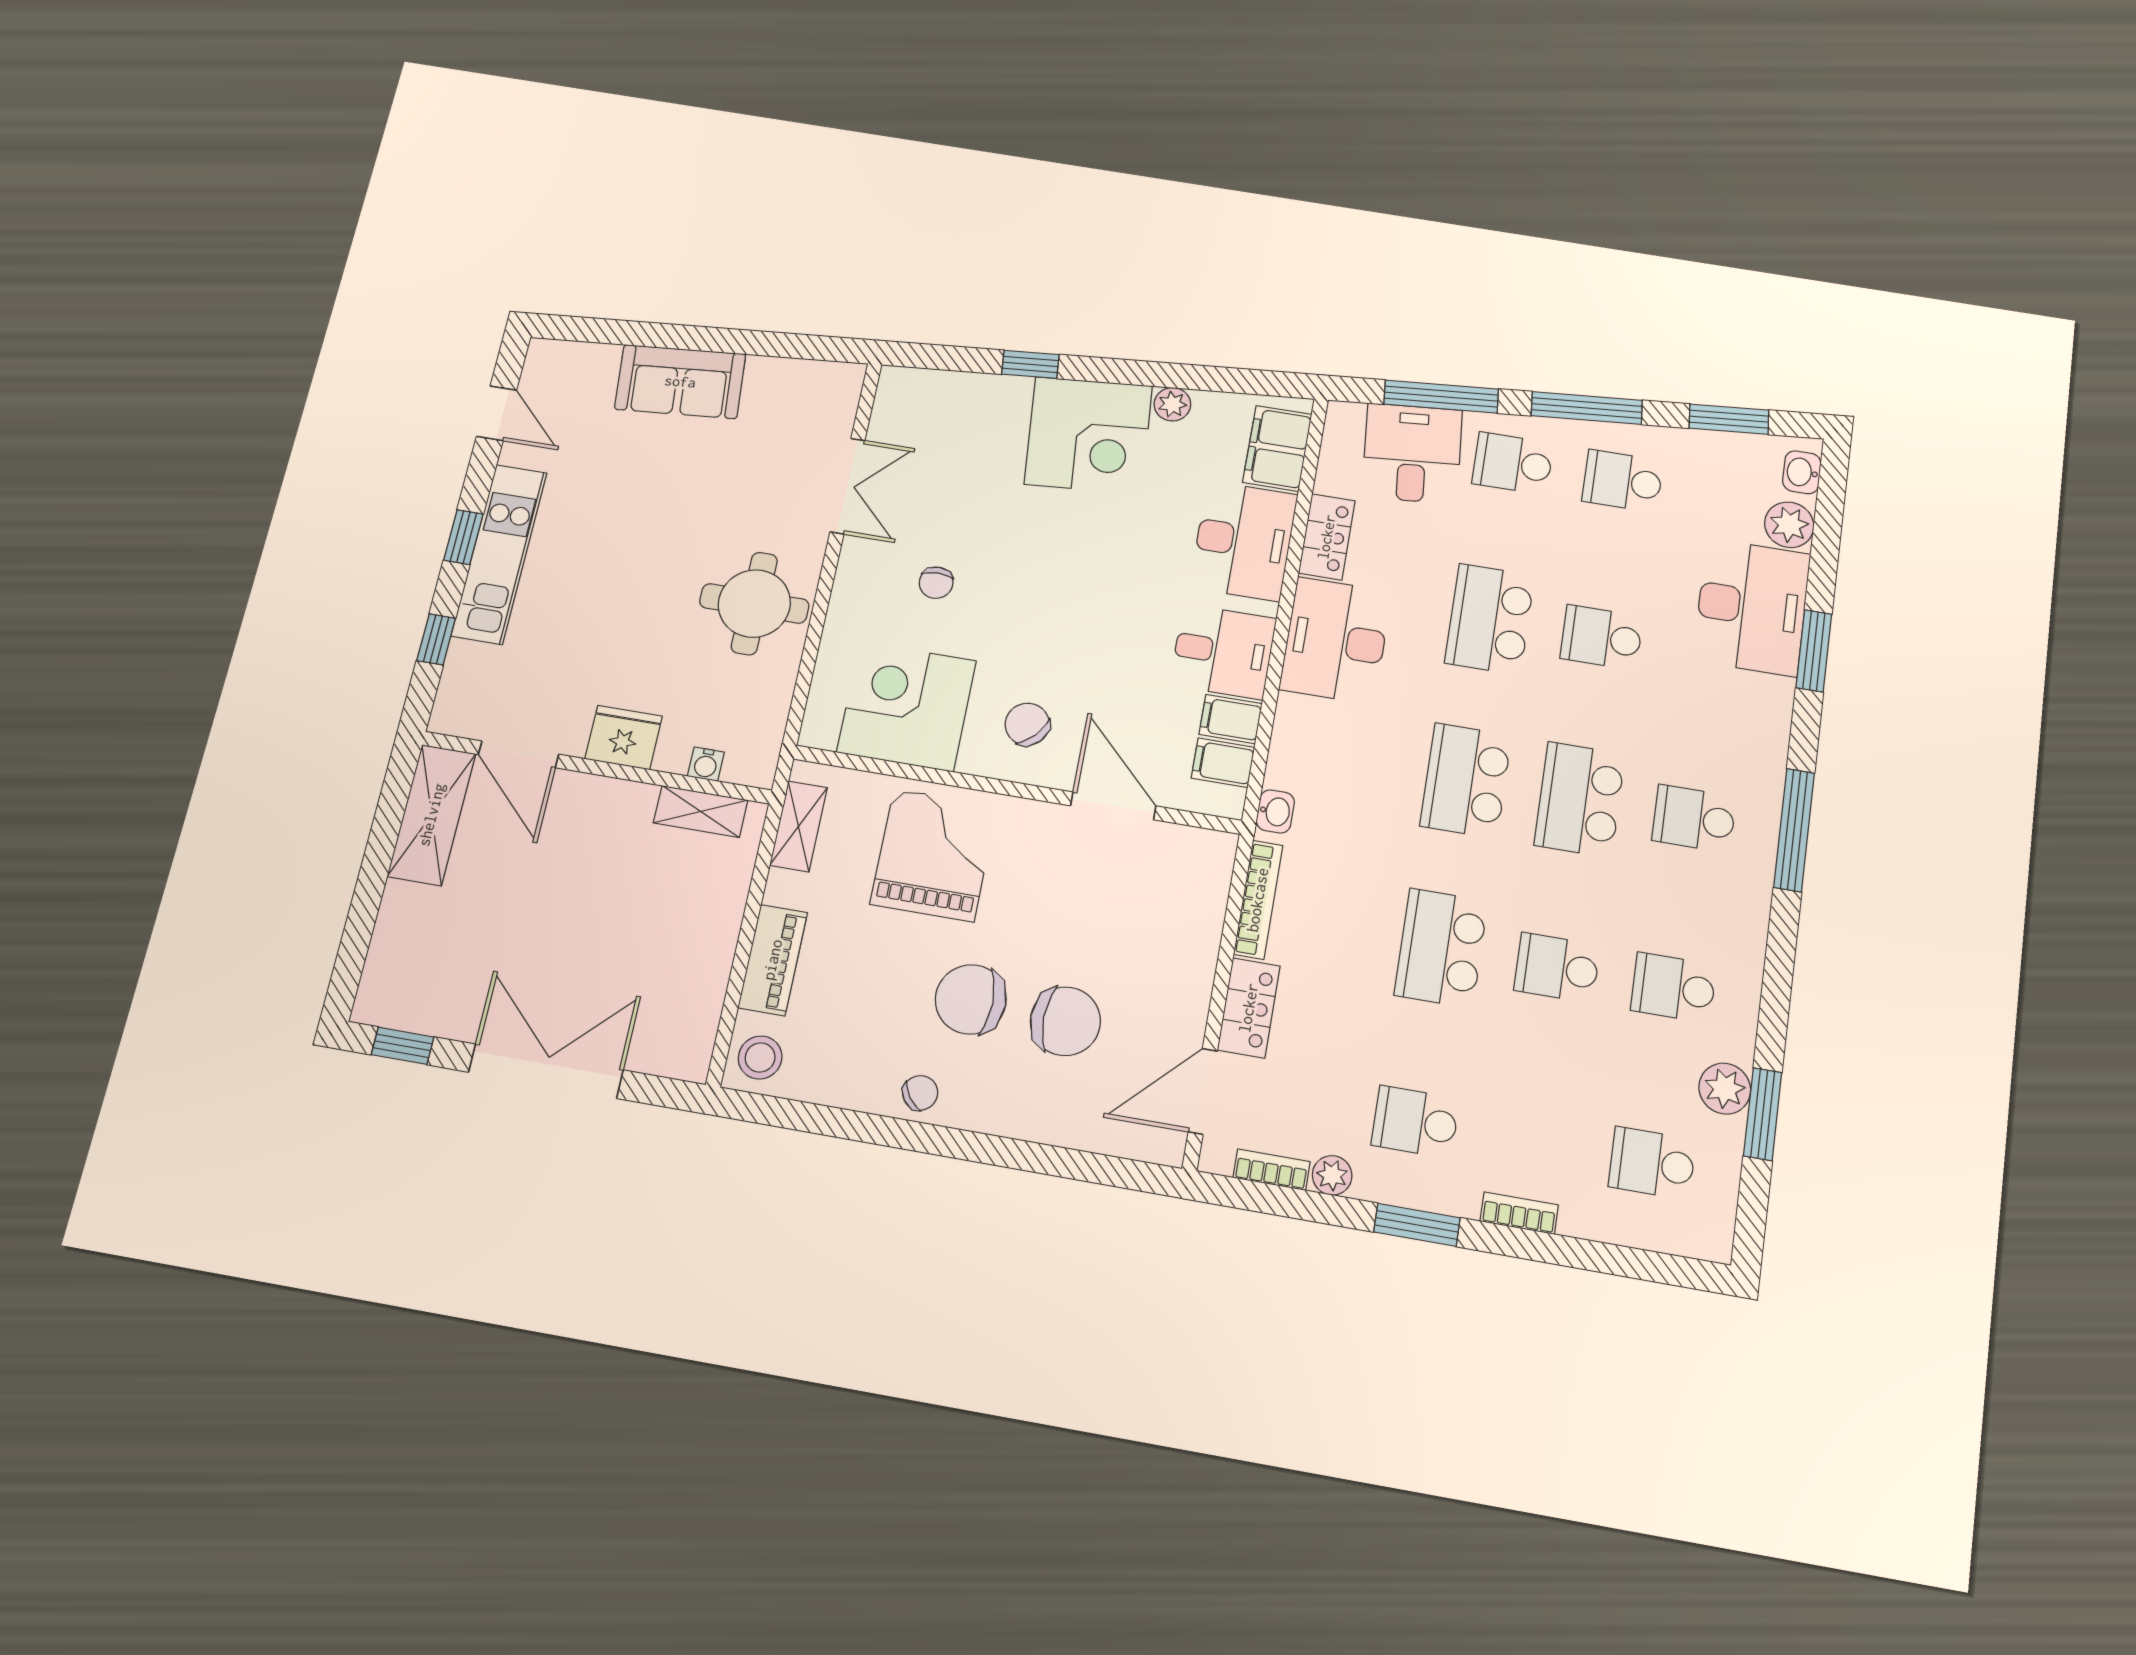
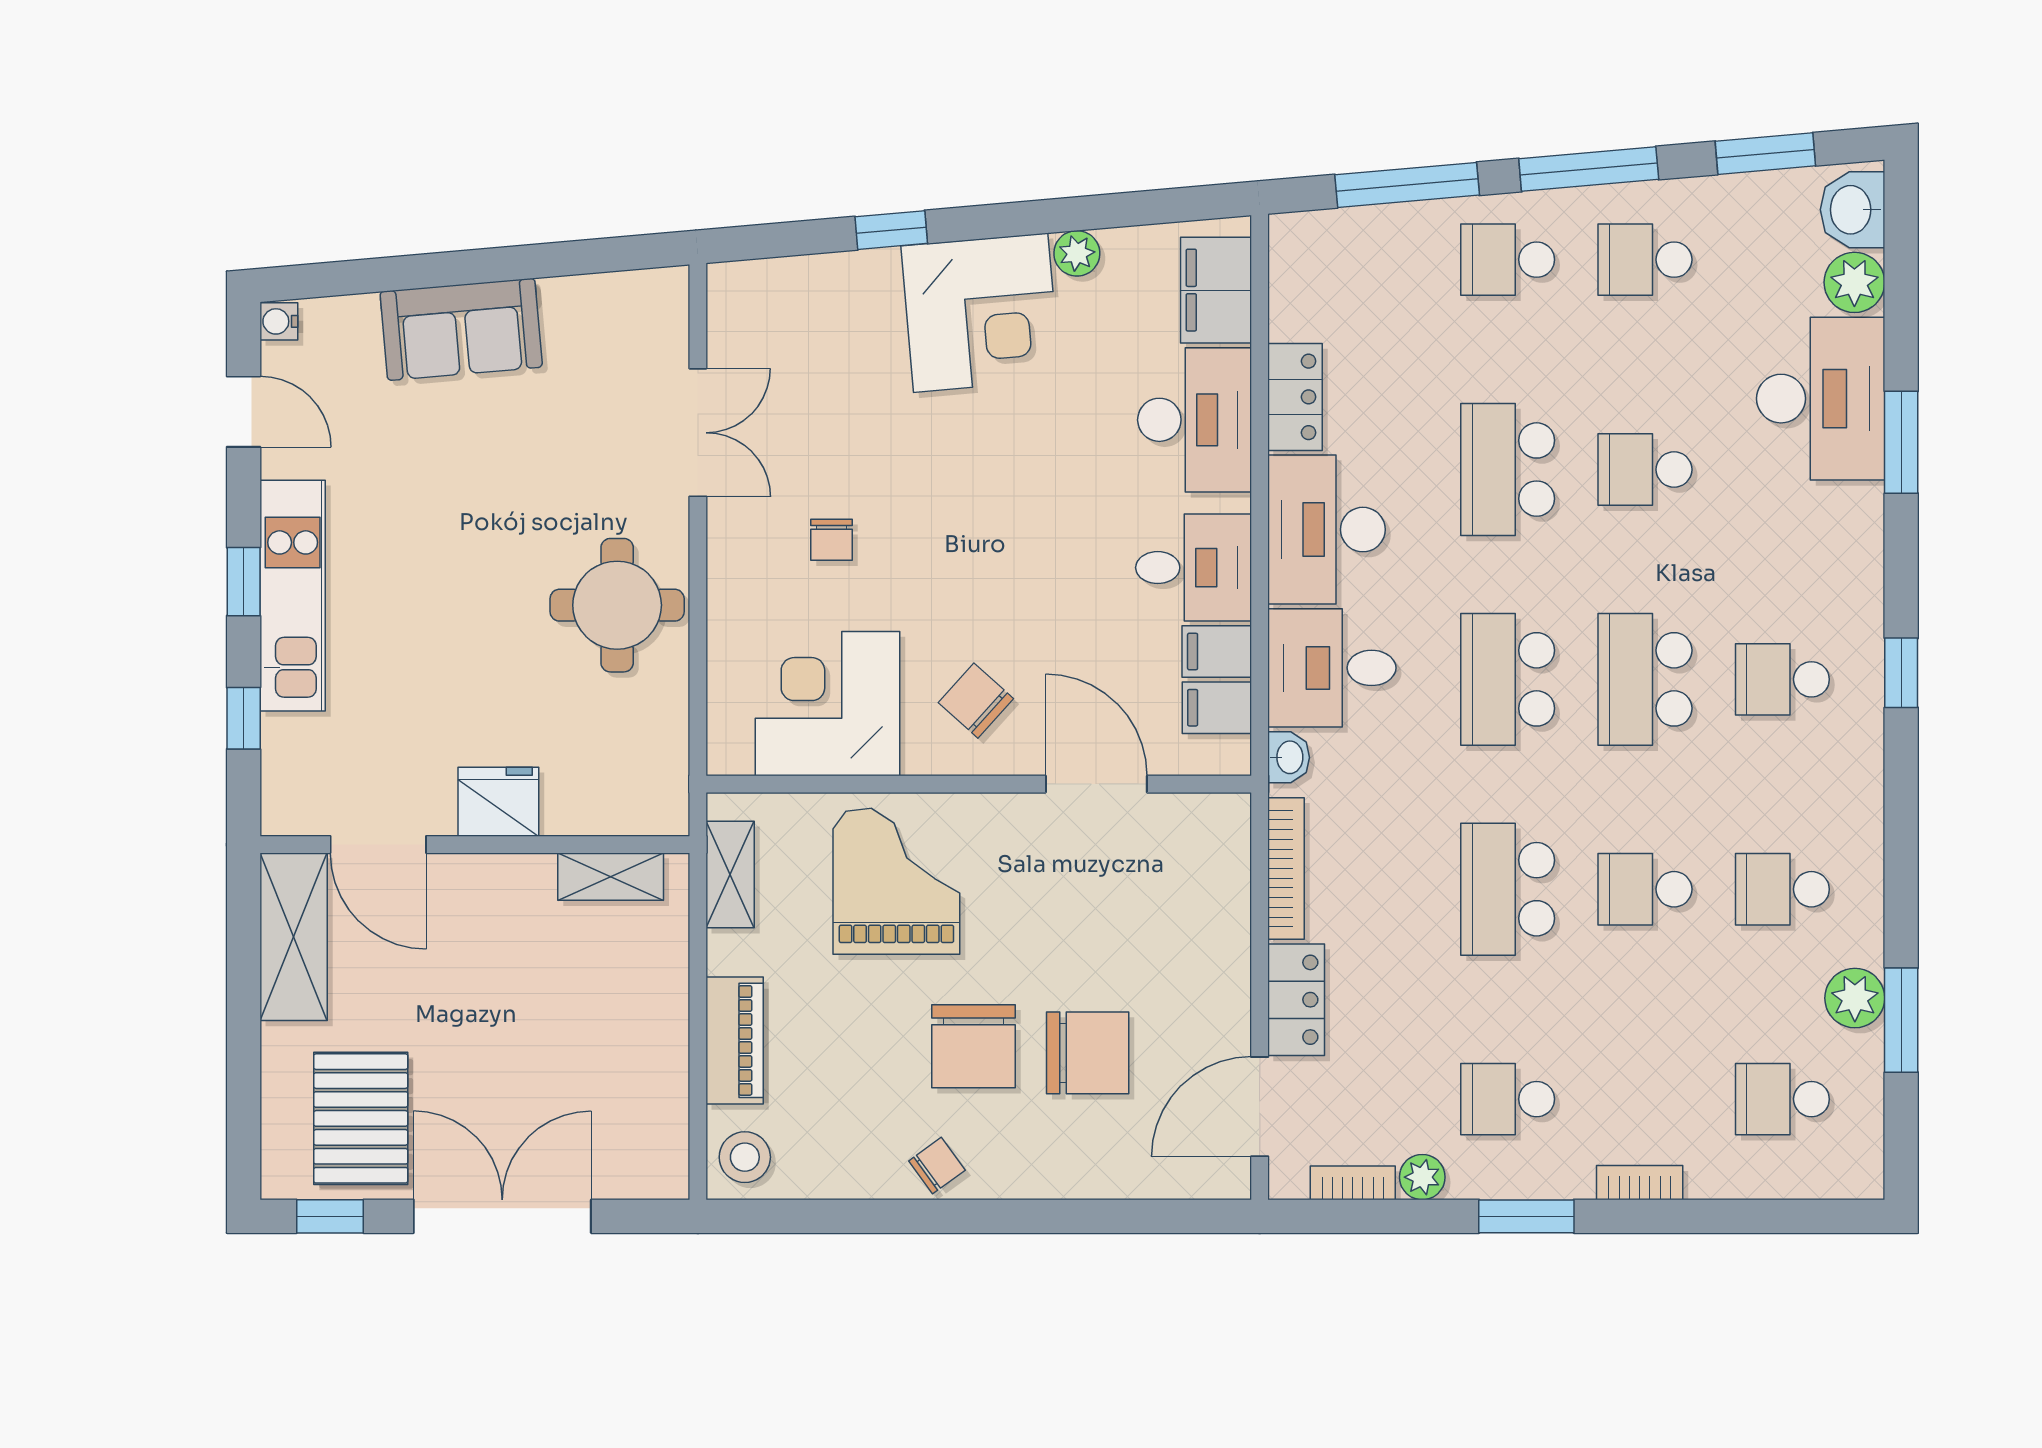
desk: (1412, 453) -> (1332, 668), moved, turned -85
washbasin: (1802, 472) -> (1852, 210), width x1.38, depth x1.45
water cooler: (706, 764) -> (279, 321), moved, turned 90
window: (1794, 830) -> (1901, 673), width x0.46
pallet: (449, 970) -> (361, 1118), added
chair: (971, 999) -> (974, 1046), turned -90

